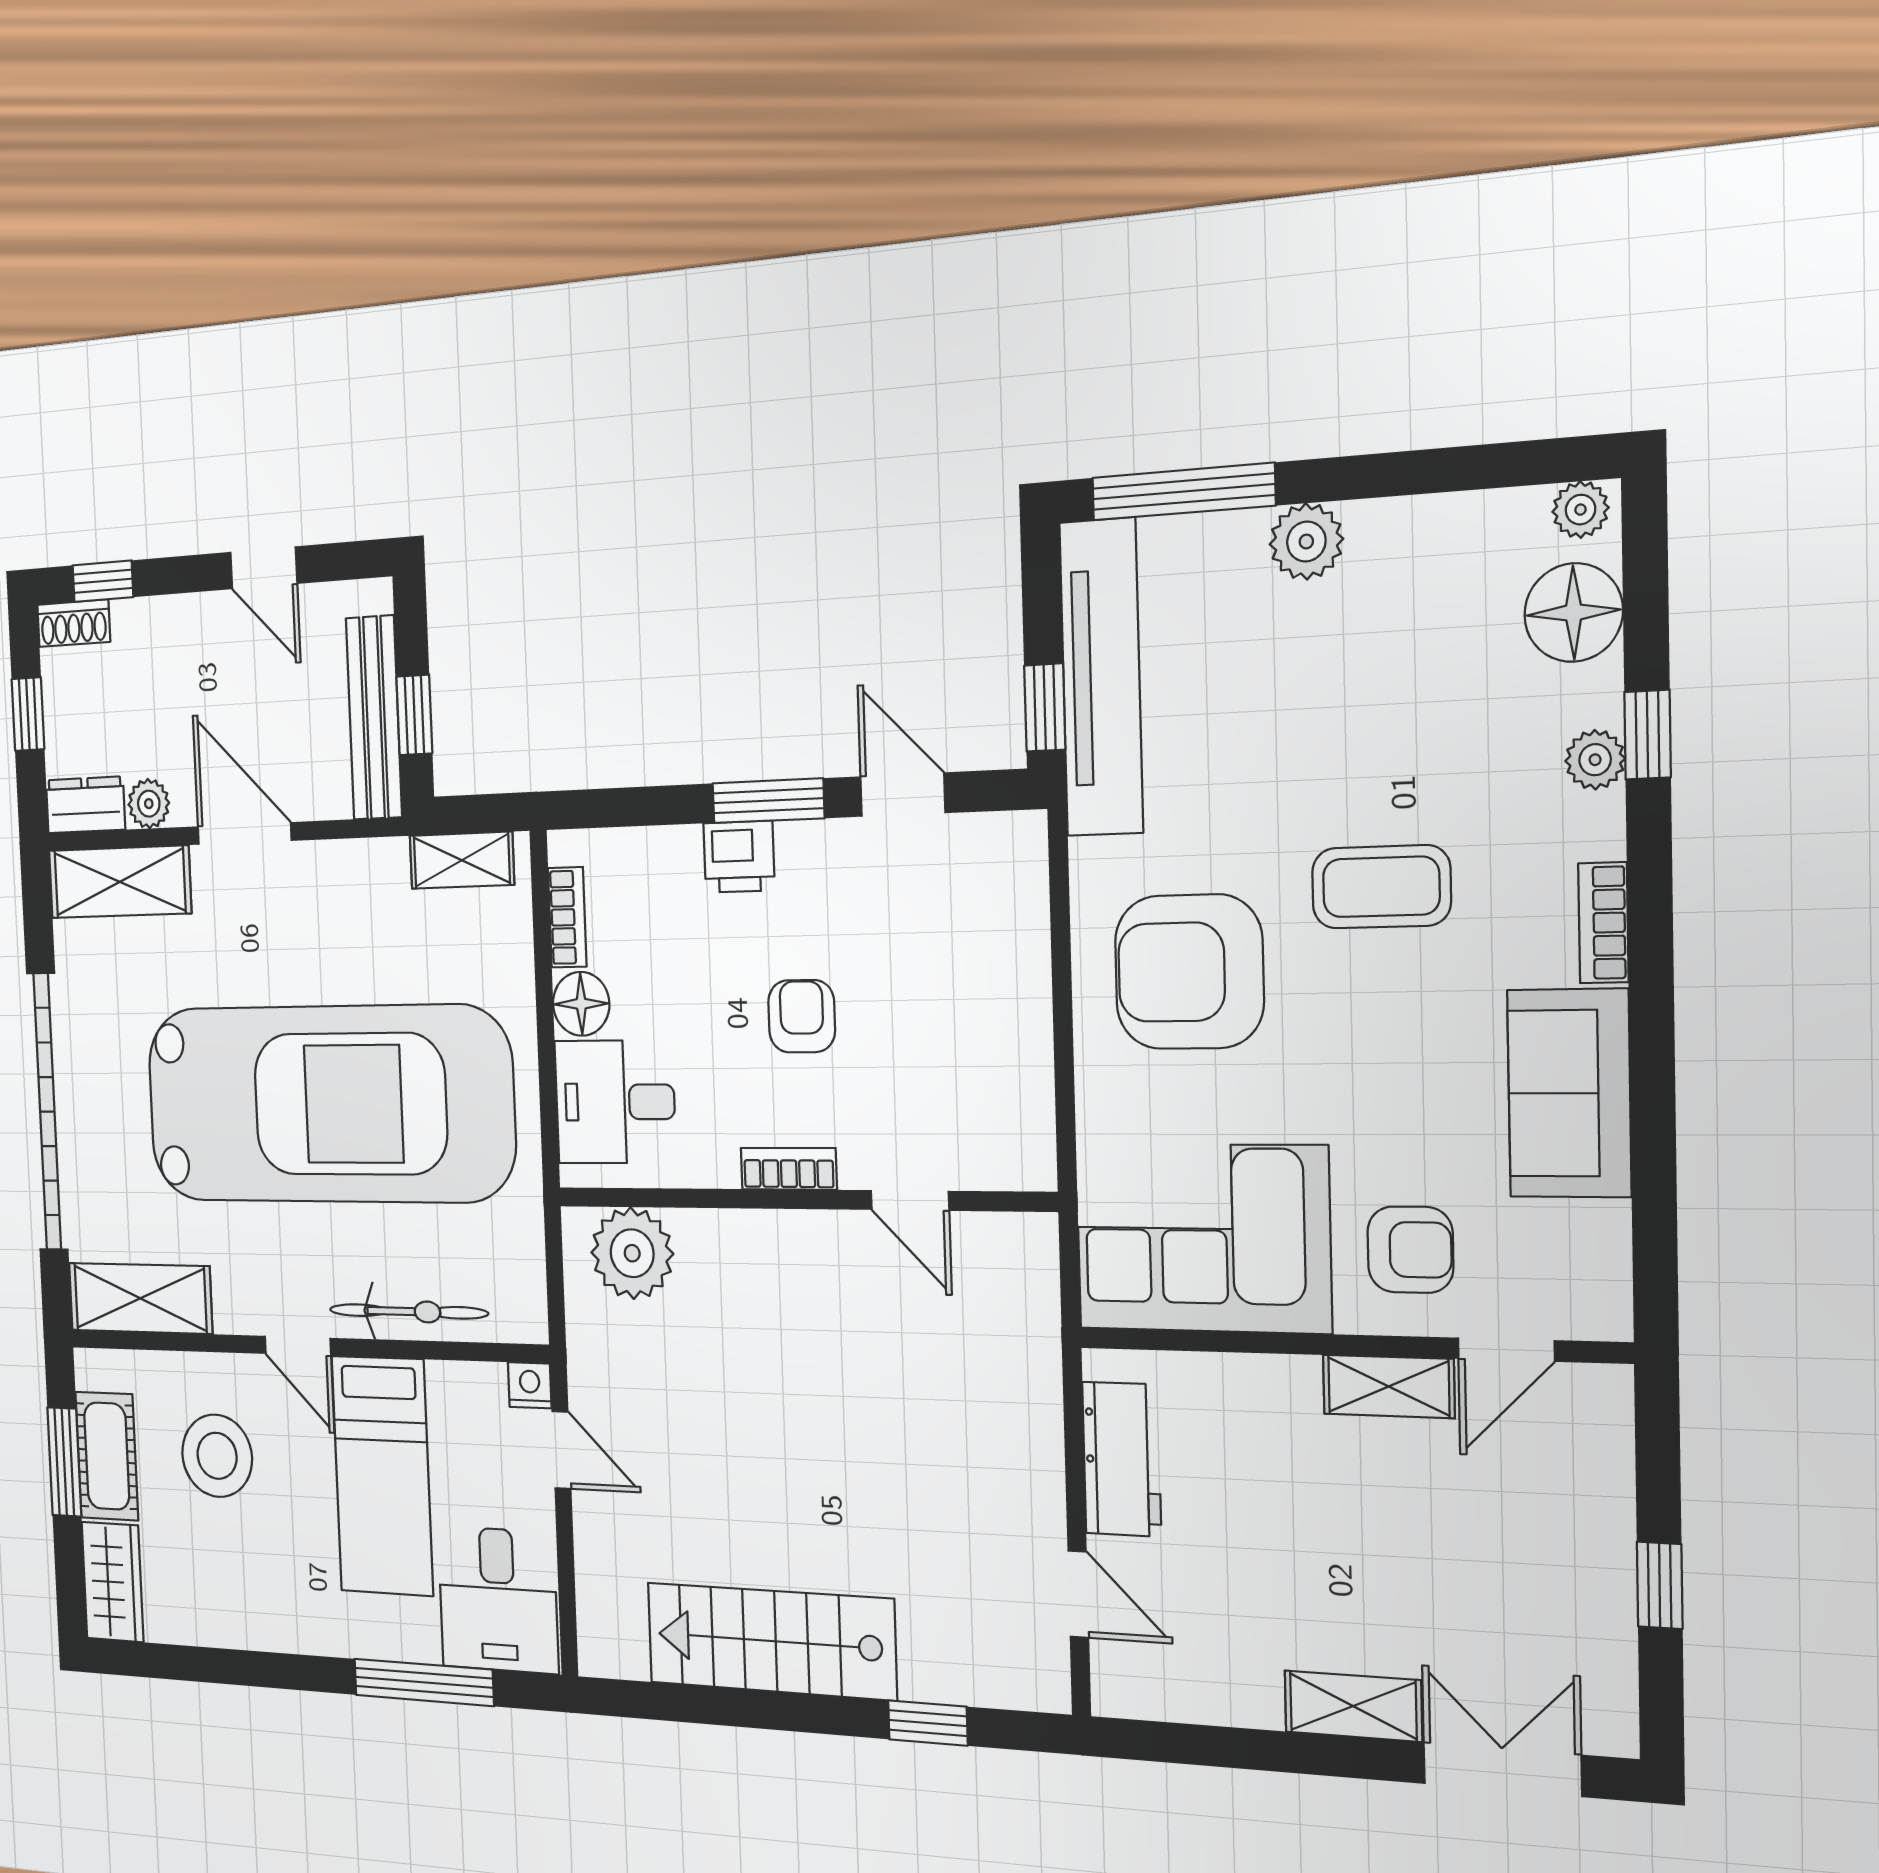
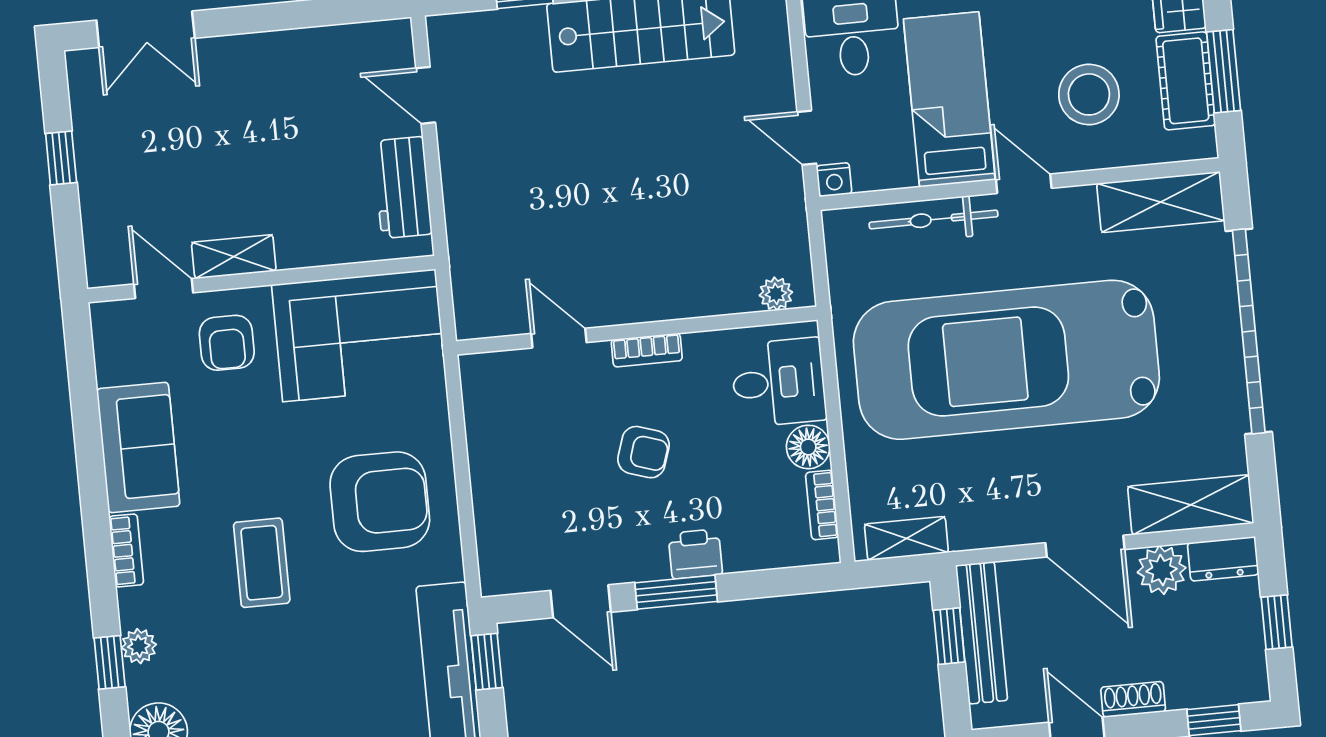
shoe rack: (74, 623) -> (1133, 699), moved
plant: (149, 804) -> (1162, 570), width x1.38, depth x1.38
coffee table: (1381, 887) -> (262, 563), turned 90
armchair: (802, 1016) -> (643, 452), turned -72
armchair: (1410, 1250) -> (227, 343), turned -90
plant: (632, 1253) -> (776, 294), width x0.53, depth x0.53
door: (1506, 1350) -> (164, 288), hinge flipped
shelving: (1353, 1706) -> (241, 53), removed

